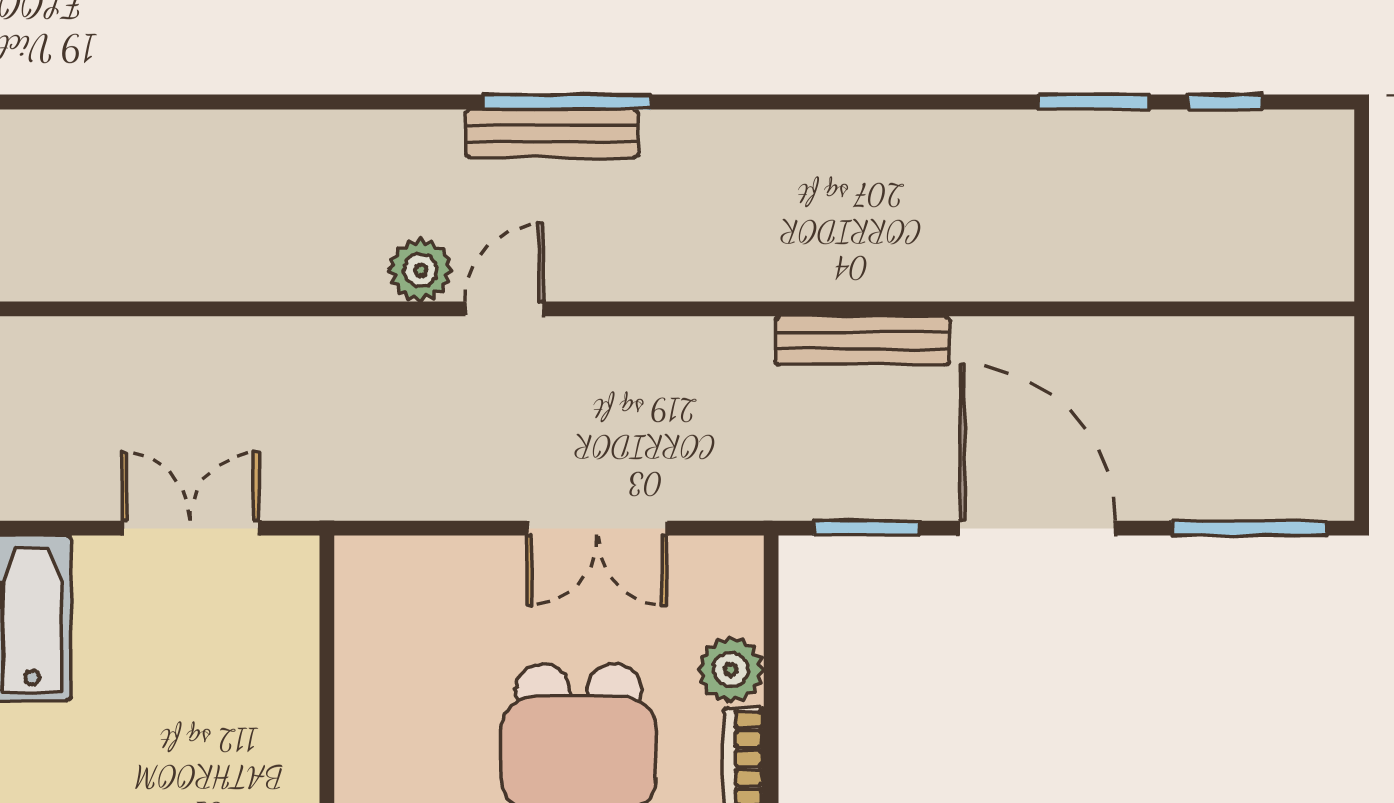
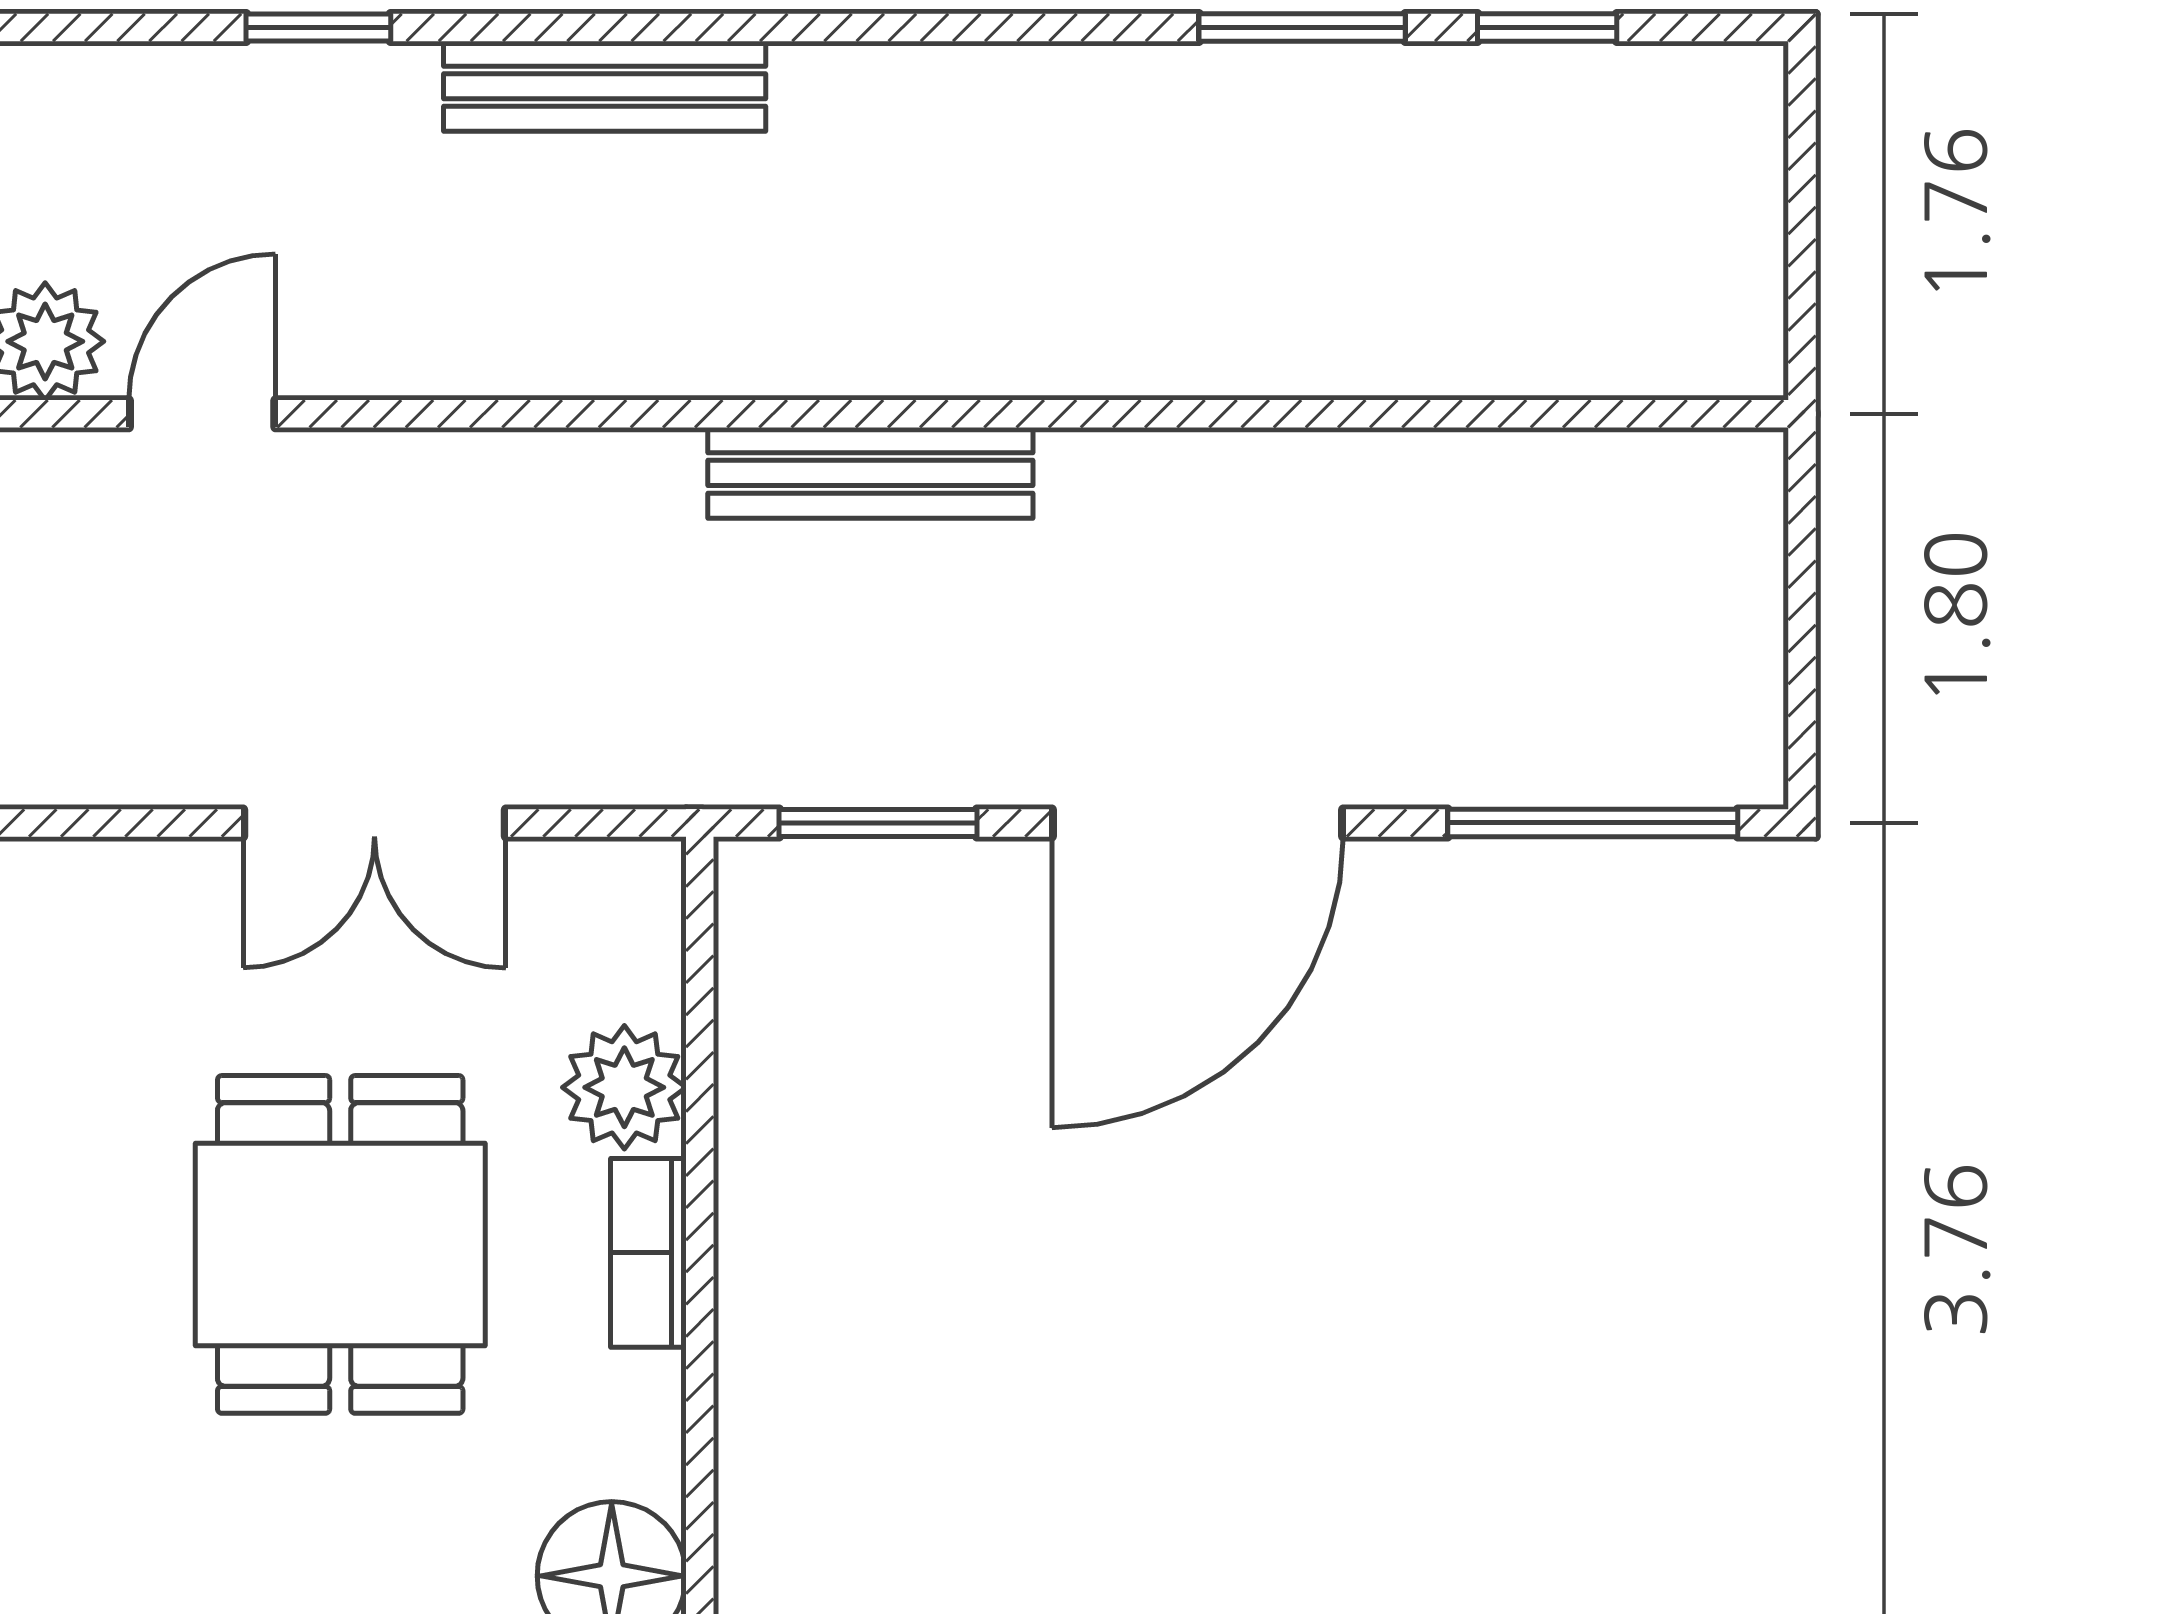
window: (567, 102) -> (318, 27), width x0.46
bench: (552, 133) -> (605, 86), moved
door: (1038, 528) -> (1198, 823), swing flipped

